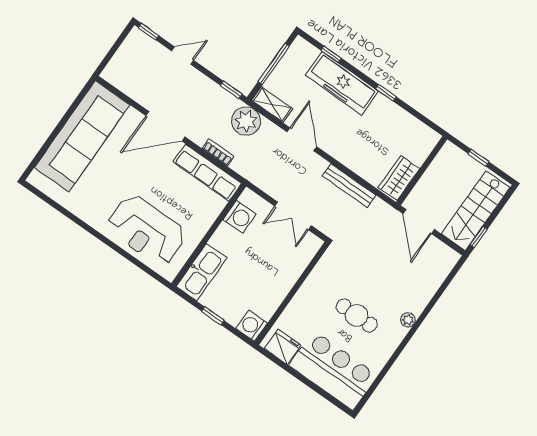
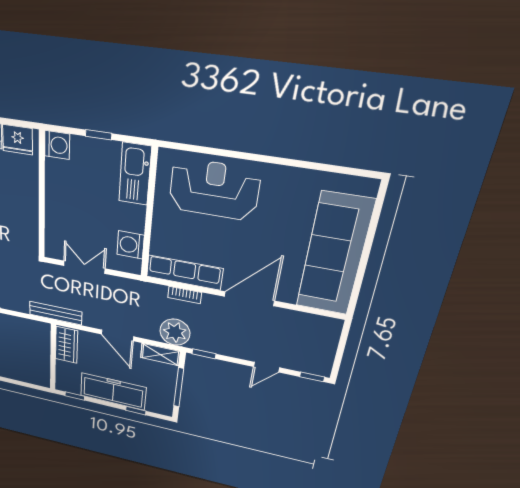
wall: (422, 171) -> (53, 357), moved
wardrobe: (399, 178) -> (66, 345), moved

